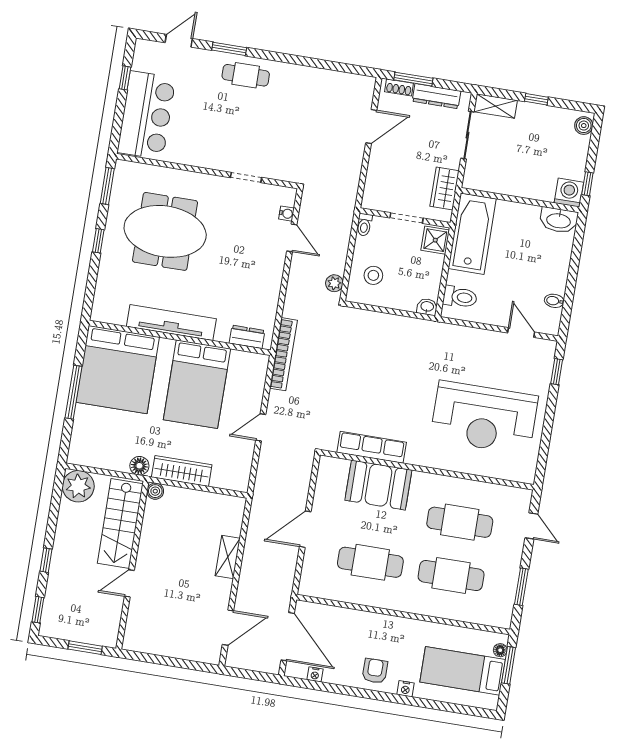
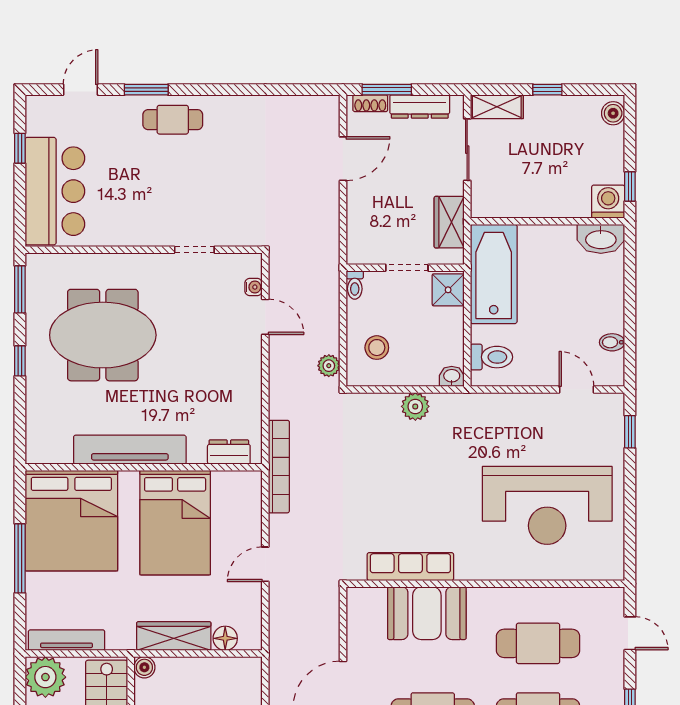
plant: (395, 325) -> (415, 406), added
tv unit: (99, 461) -> (67, 640), added
floor lamp: (139, 466) -> (225, 638), moved

